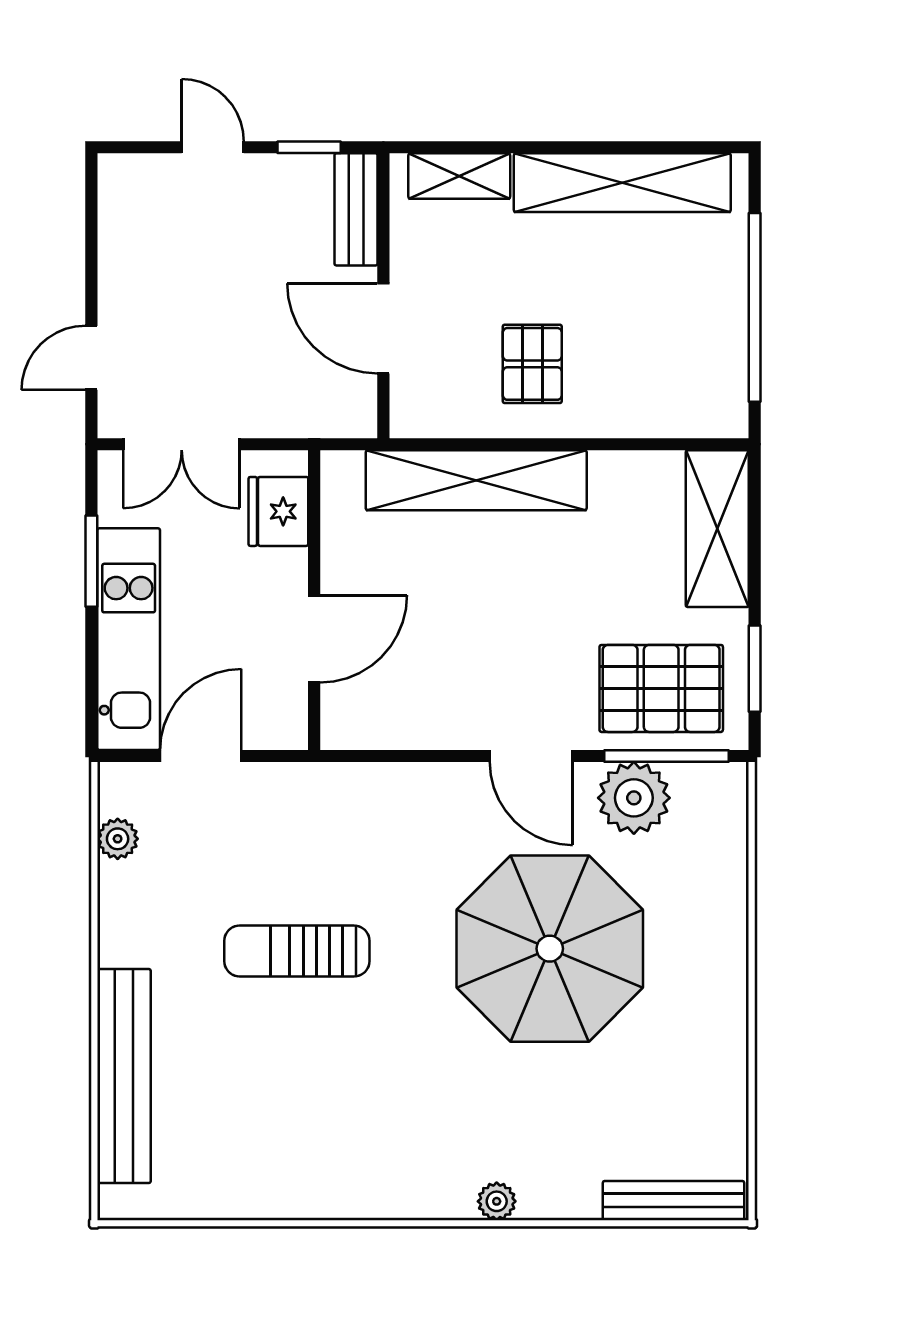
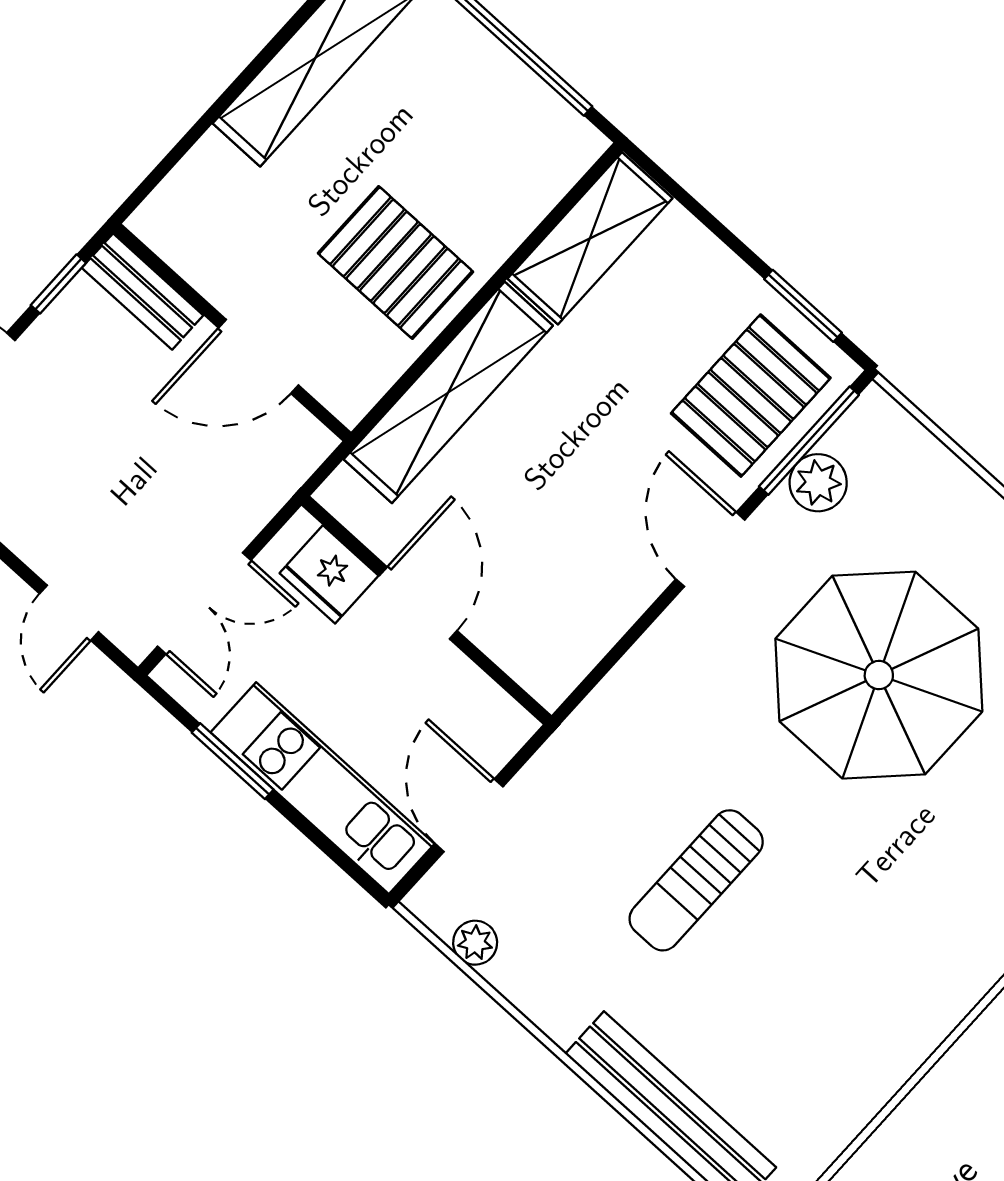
shelving: (459, 176) -> (191, 184), removed
pallet: (532, 364) -> (396, 262), width x1.50, depth x1.42
shelving: (717, 529) -> (590, 238), moved, turned 90
door: (314, 639) -> (418, 603), moved
door: (531, 756) -> (710, 549), swing flipped
plant: (634, 798) -> (818, 483), width x0.73, depth x0.73

